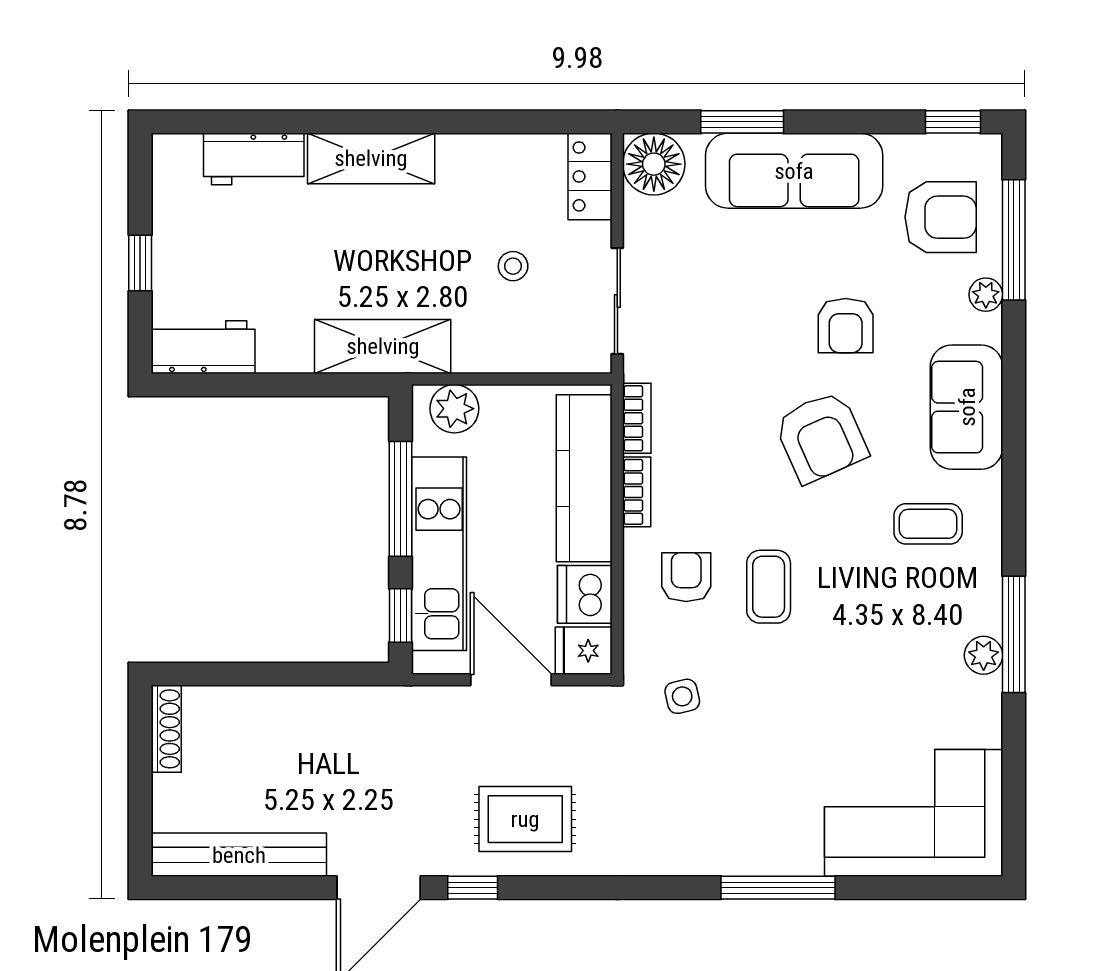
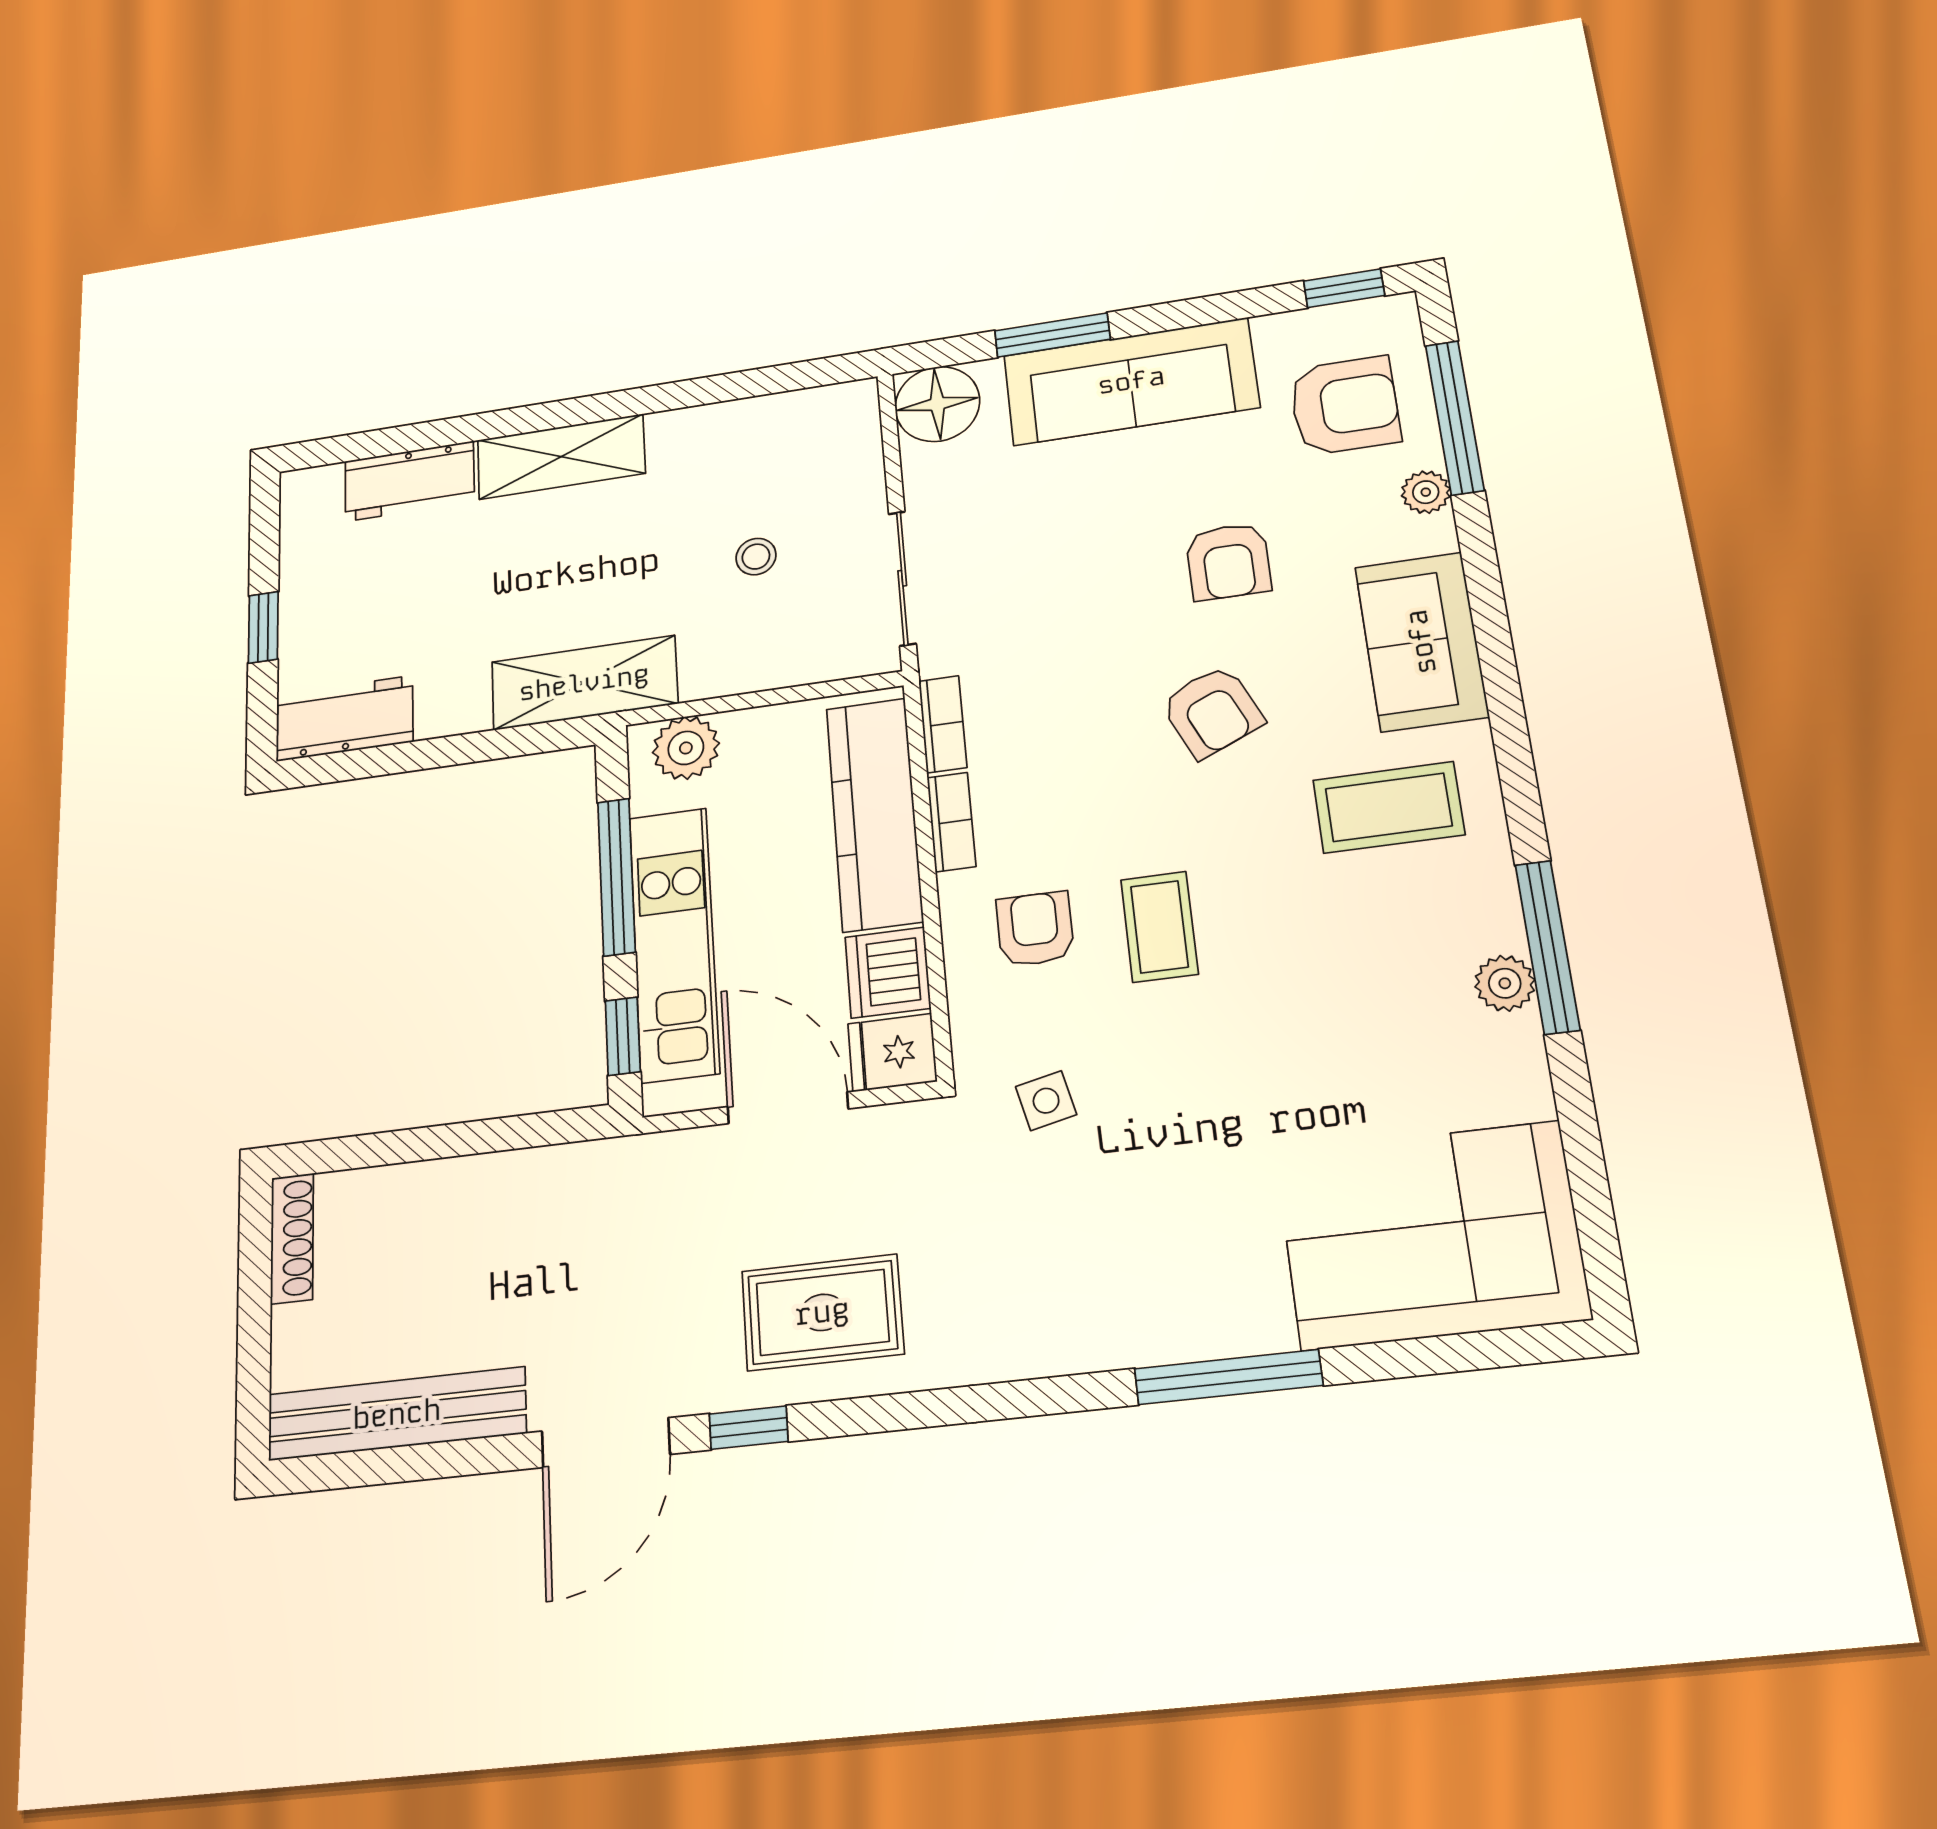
locker: (590, 176) -> (852, 432), removed
armchair: (821, 437) -> (1212, 712), width x0.72, depth x0.72
coffee table: (928, 524) -> (1389, 807), width x1.36, depth x1.30

